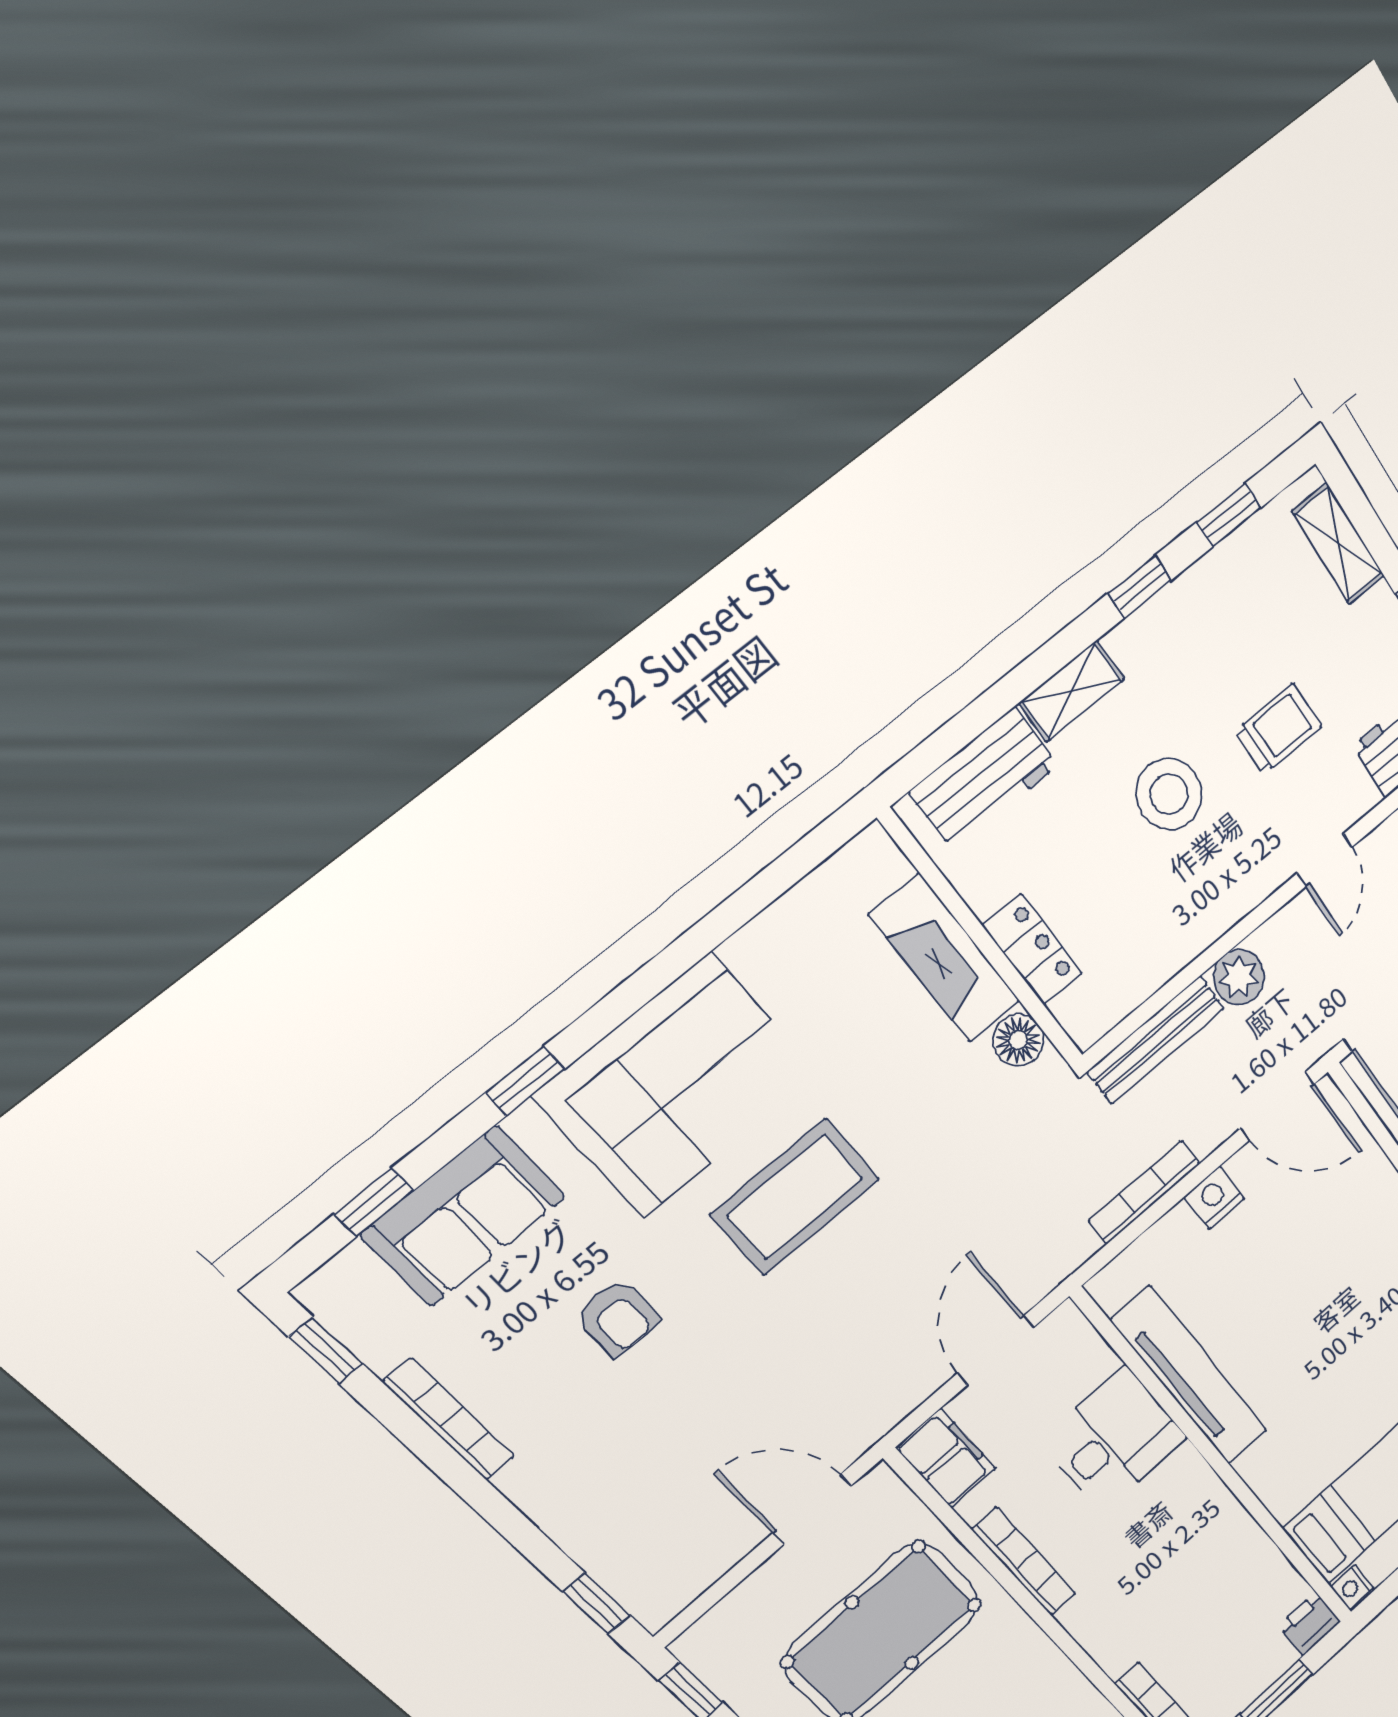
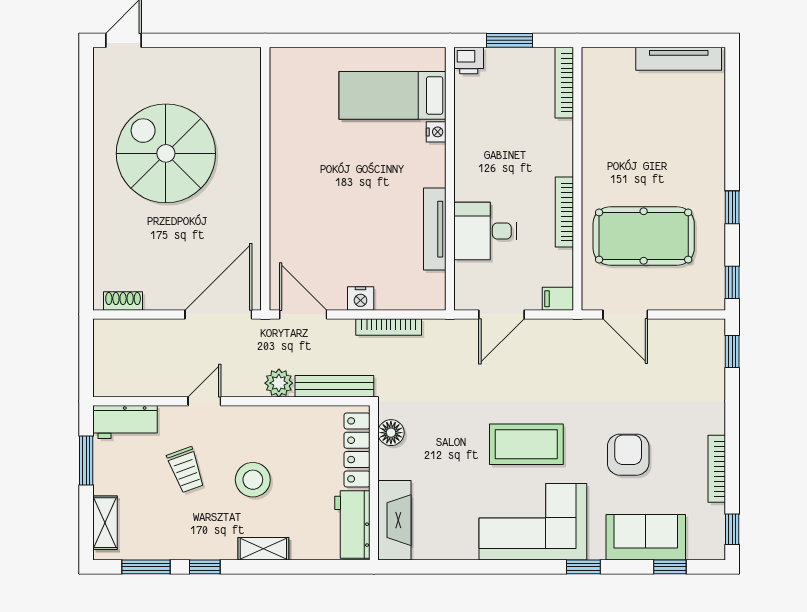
window: (1229, 515) -> (146, 567), width x1.50
trolley: (1278, 729) -> (186, 470), turned -110
workbench: (984, 779) -> (352, 525), moved, turned -90
locker: (1033, 950) -> (357, 450), width x1.53
fireplace: (945, 958) -> (394, 520), moved
armchair: (617, 1318) -> (628, 455), width x1.38, depth x1.38
tv unit: (1190, 1376) -> (435, 229), width x0.73, depth x0.78
filing cabinet: (946, 1458) -> (558, 299), width x0.50
nightstand: (1352, 1587) -> (436, 132), moved

